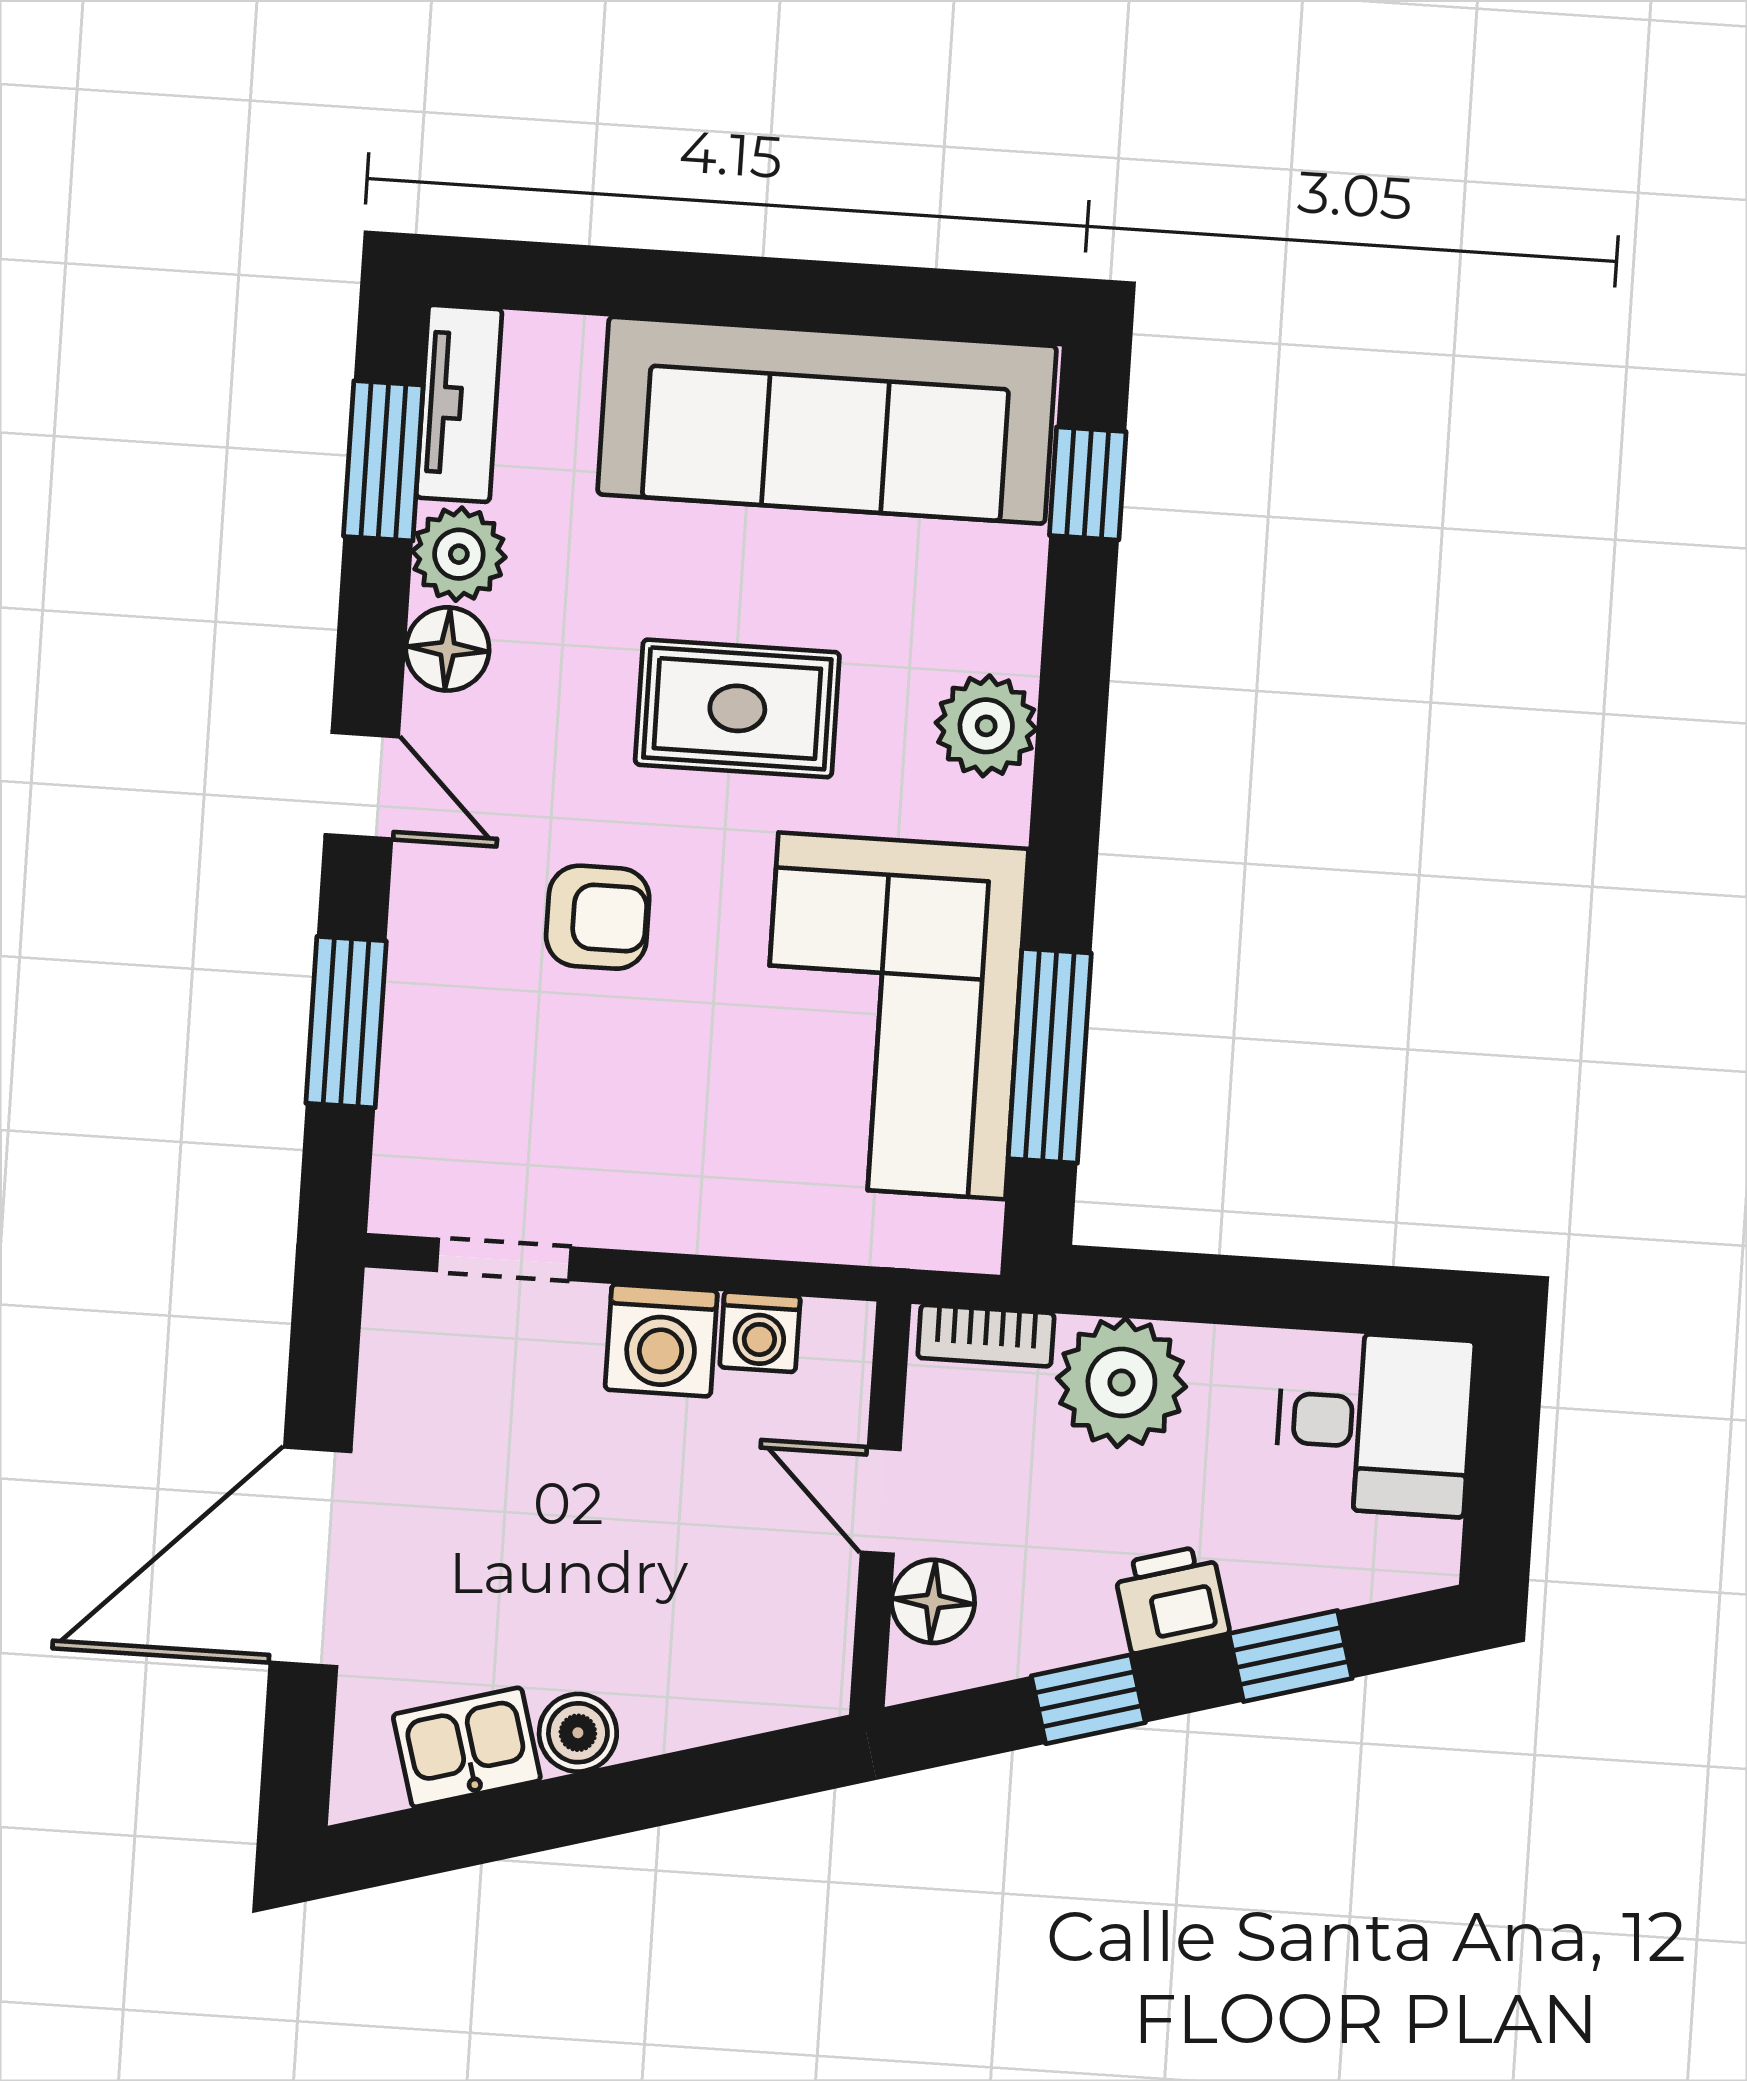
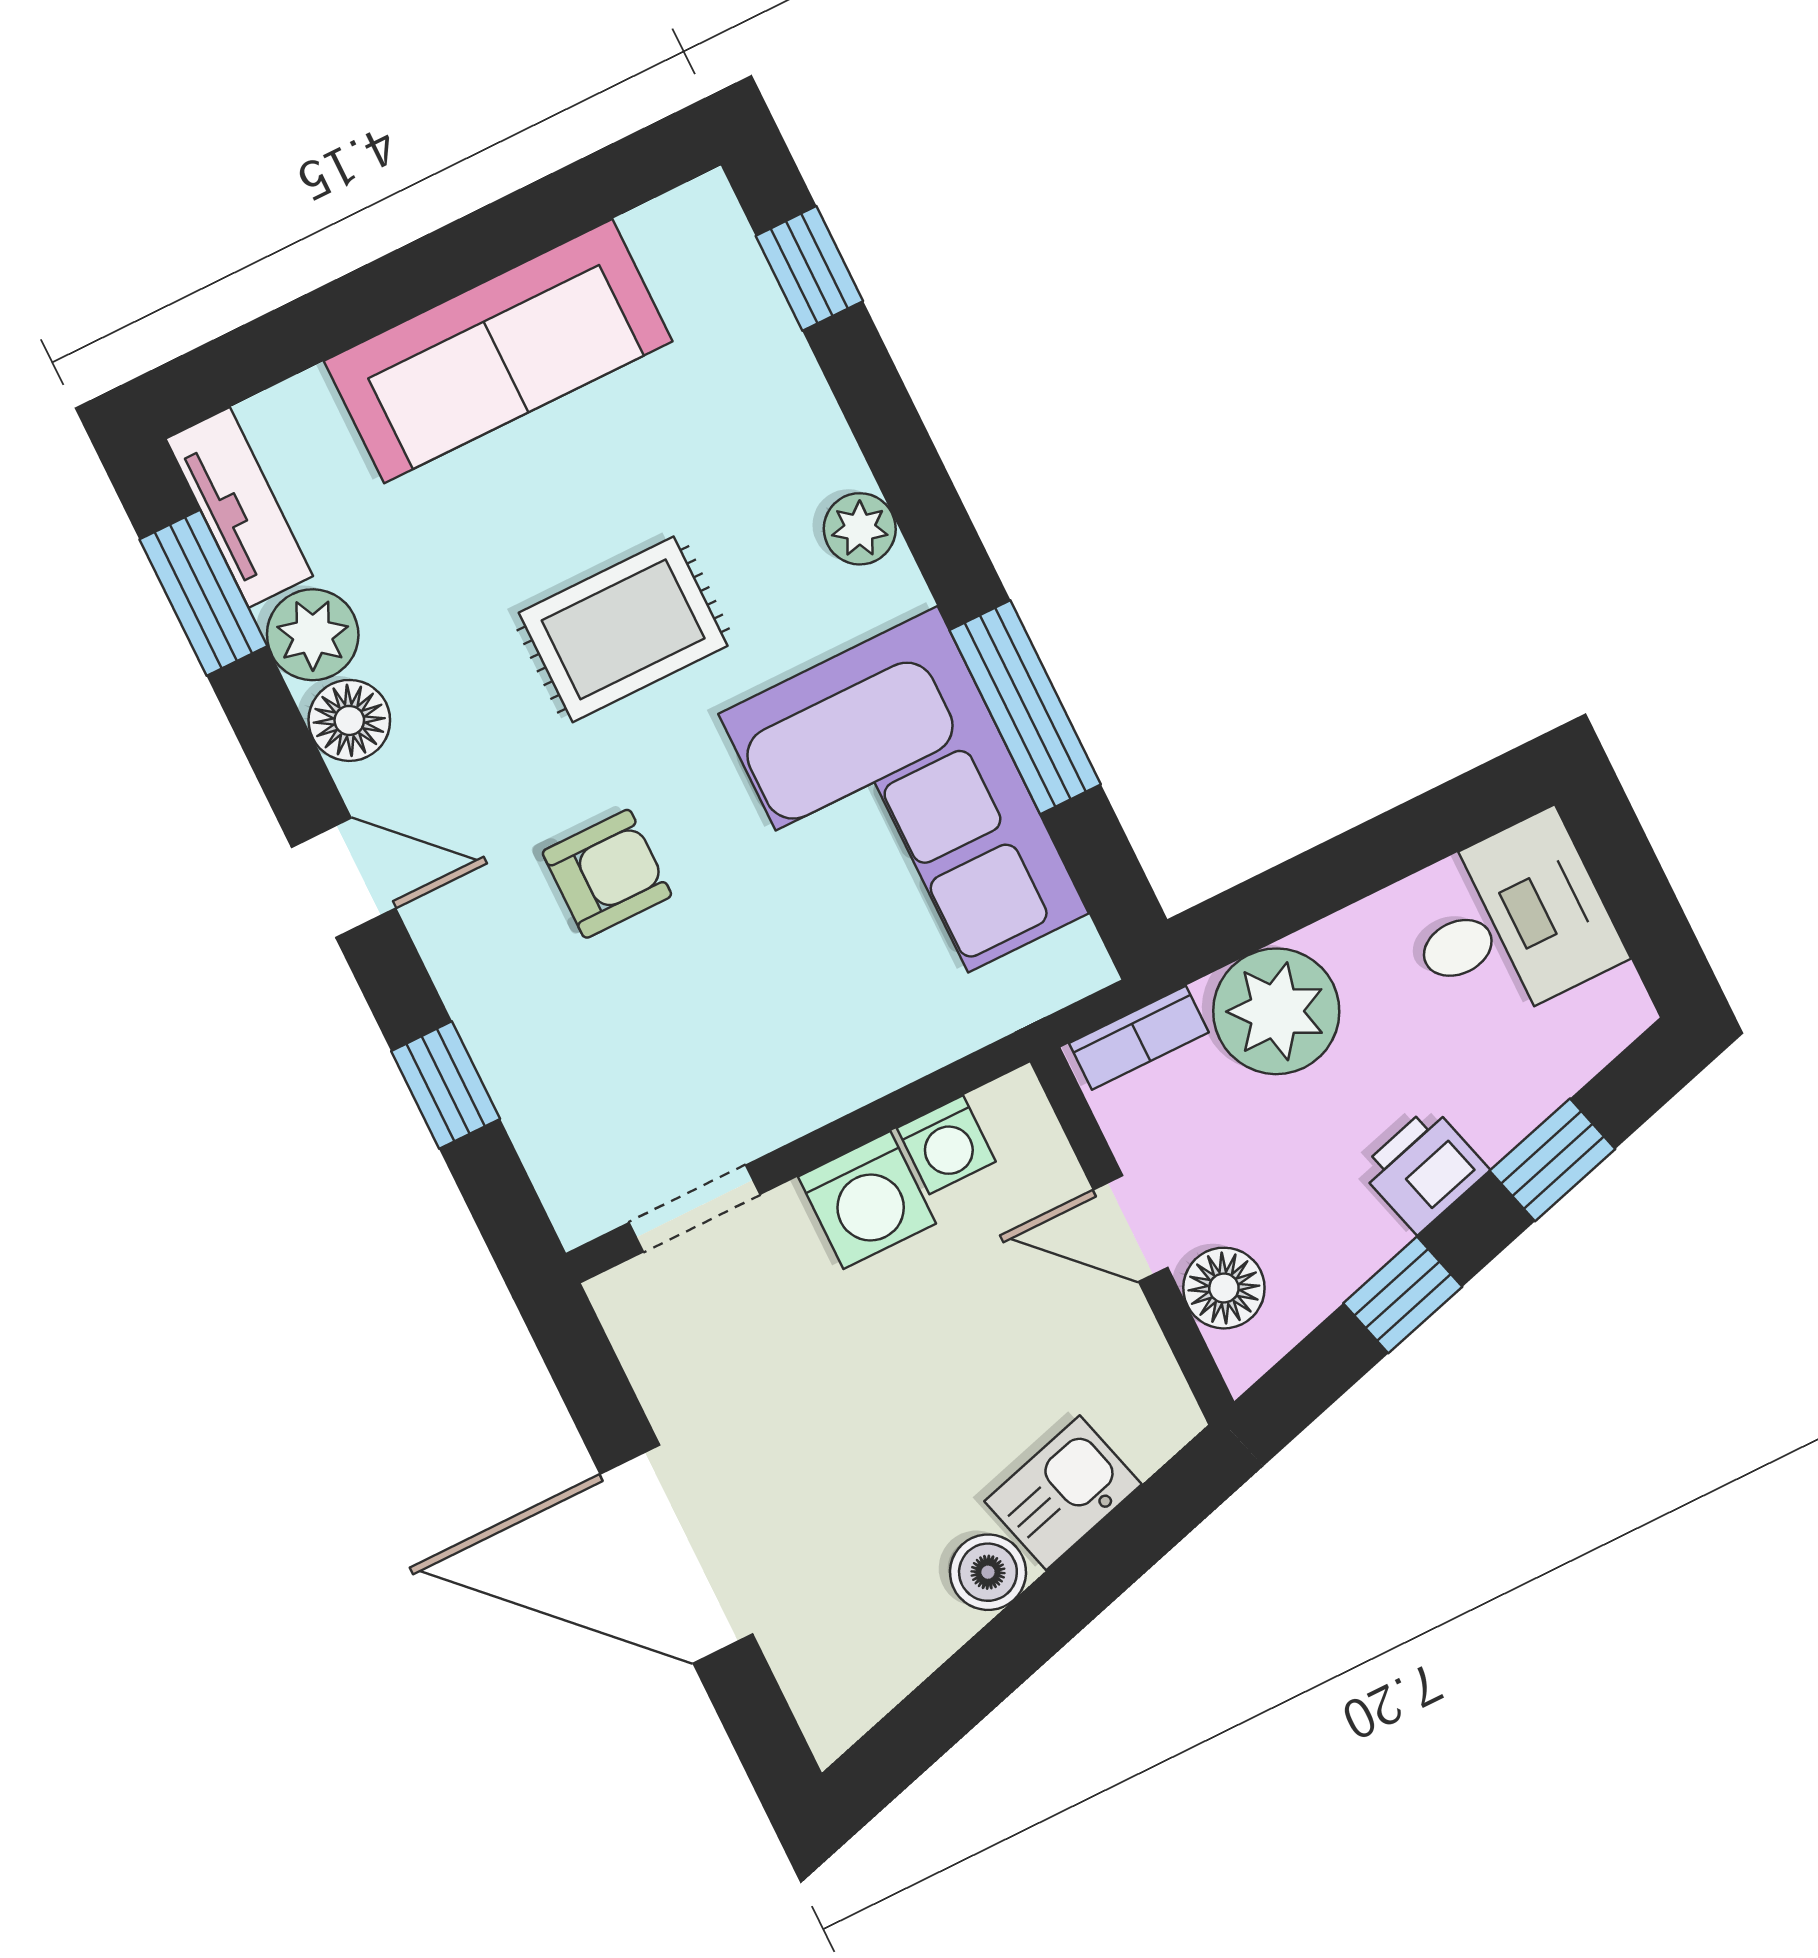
sofa: (827, 420) -> (498, 351), width x0.74, depth x0.79
plant: (986, 726) -> (860, 529), width x0.73, depth x0.73
window: (346, 1022) -> (446, 1085), width x0.67
window: (1050, 1056) -> (1025, 707), moved
door: (311, 1557) -> (676, 1554), hinge flipped
kitchen sink: (467, 1747) -> (1063, 1493), moved

